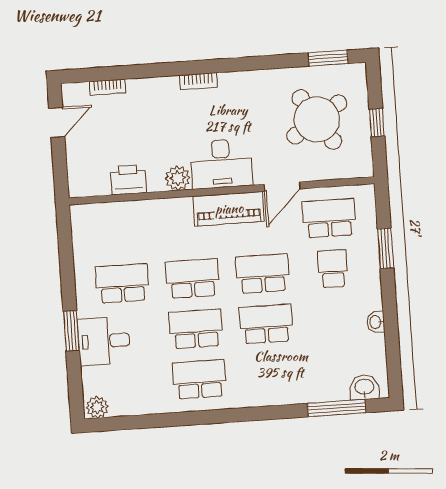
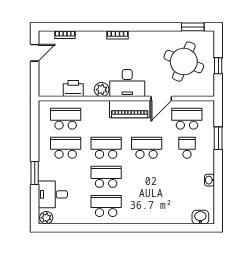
round table: (317, 120) -> (184, 62), turned -35
school desk: (266, 324) -> (66, 119), moved
desk: (104, 341) -> (53, 194), moved
window: (337, 408) -> (184, 228), removed

